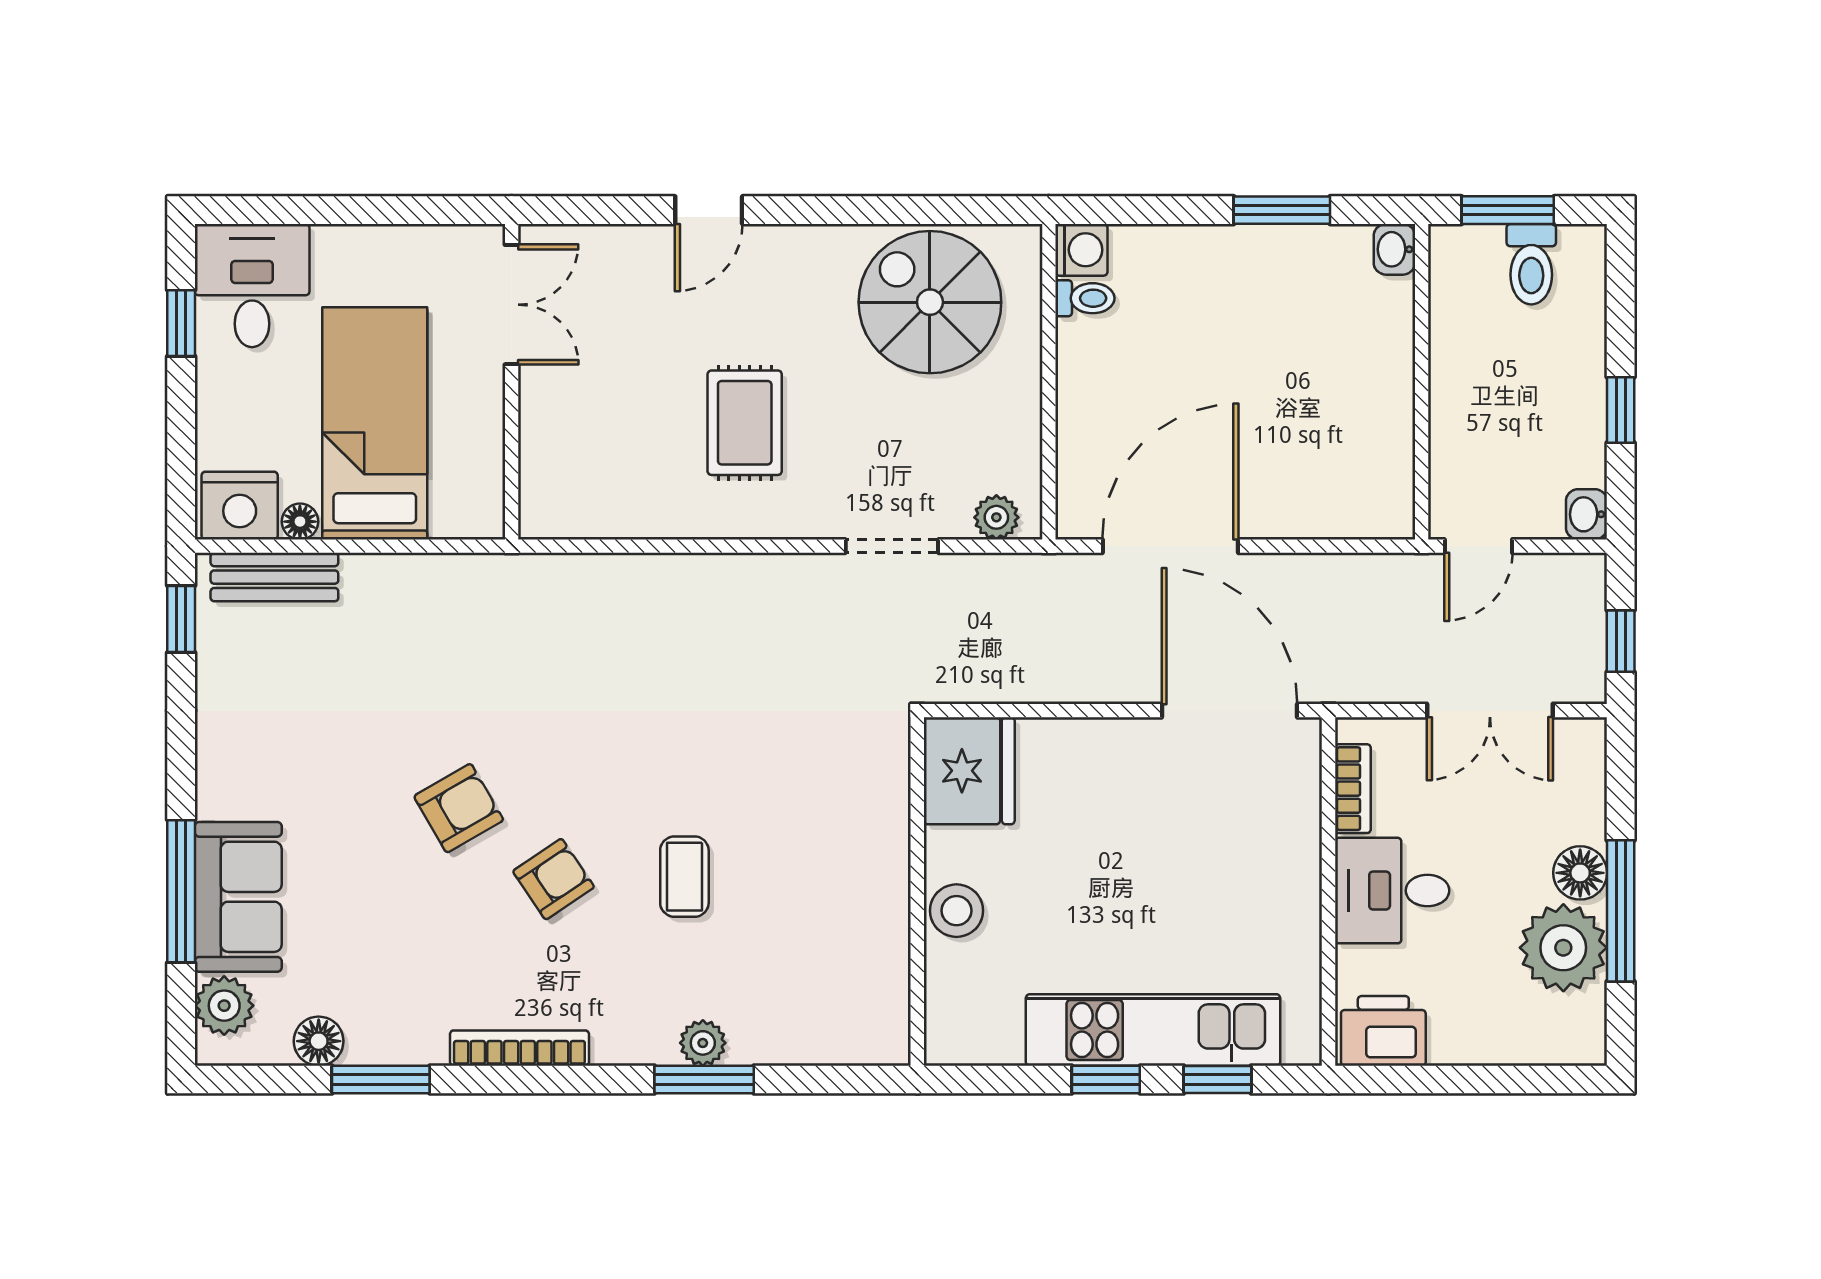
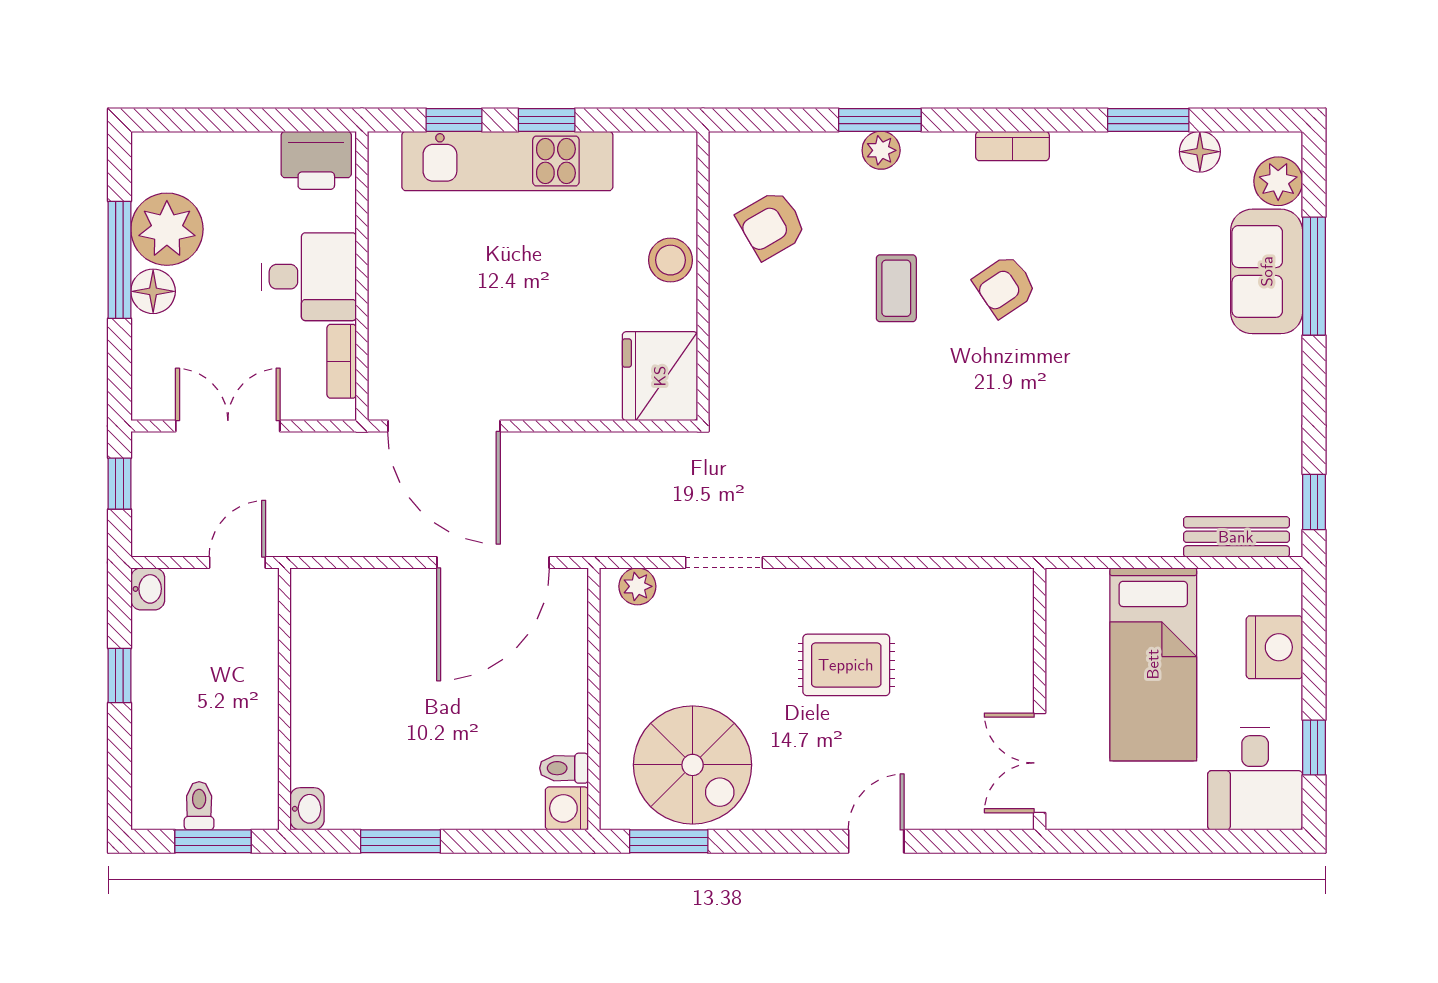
window: (959, 210) -> (669, 841), added
toilet: (1531, 264) -> (199, 806), width x0.73, depth x0.72
rug: (745, 423) -> (846, 665), turned 90
nightstand: (240, 506) -> (1274, 647), moved, turned 90
floor lamp: (300, 522) -> (1215, 583), removed
armchair: (459, 808) -> (771, 225), moved
bookcase: (519, 1048) -> (1012, 146), width x0.64

